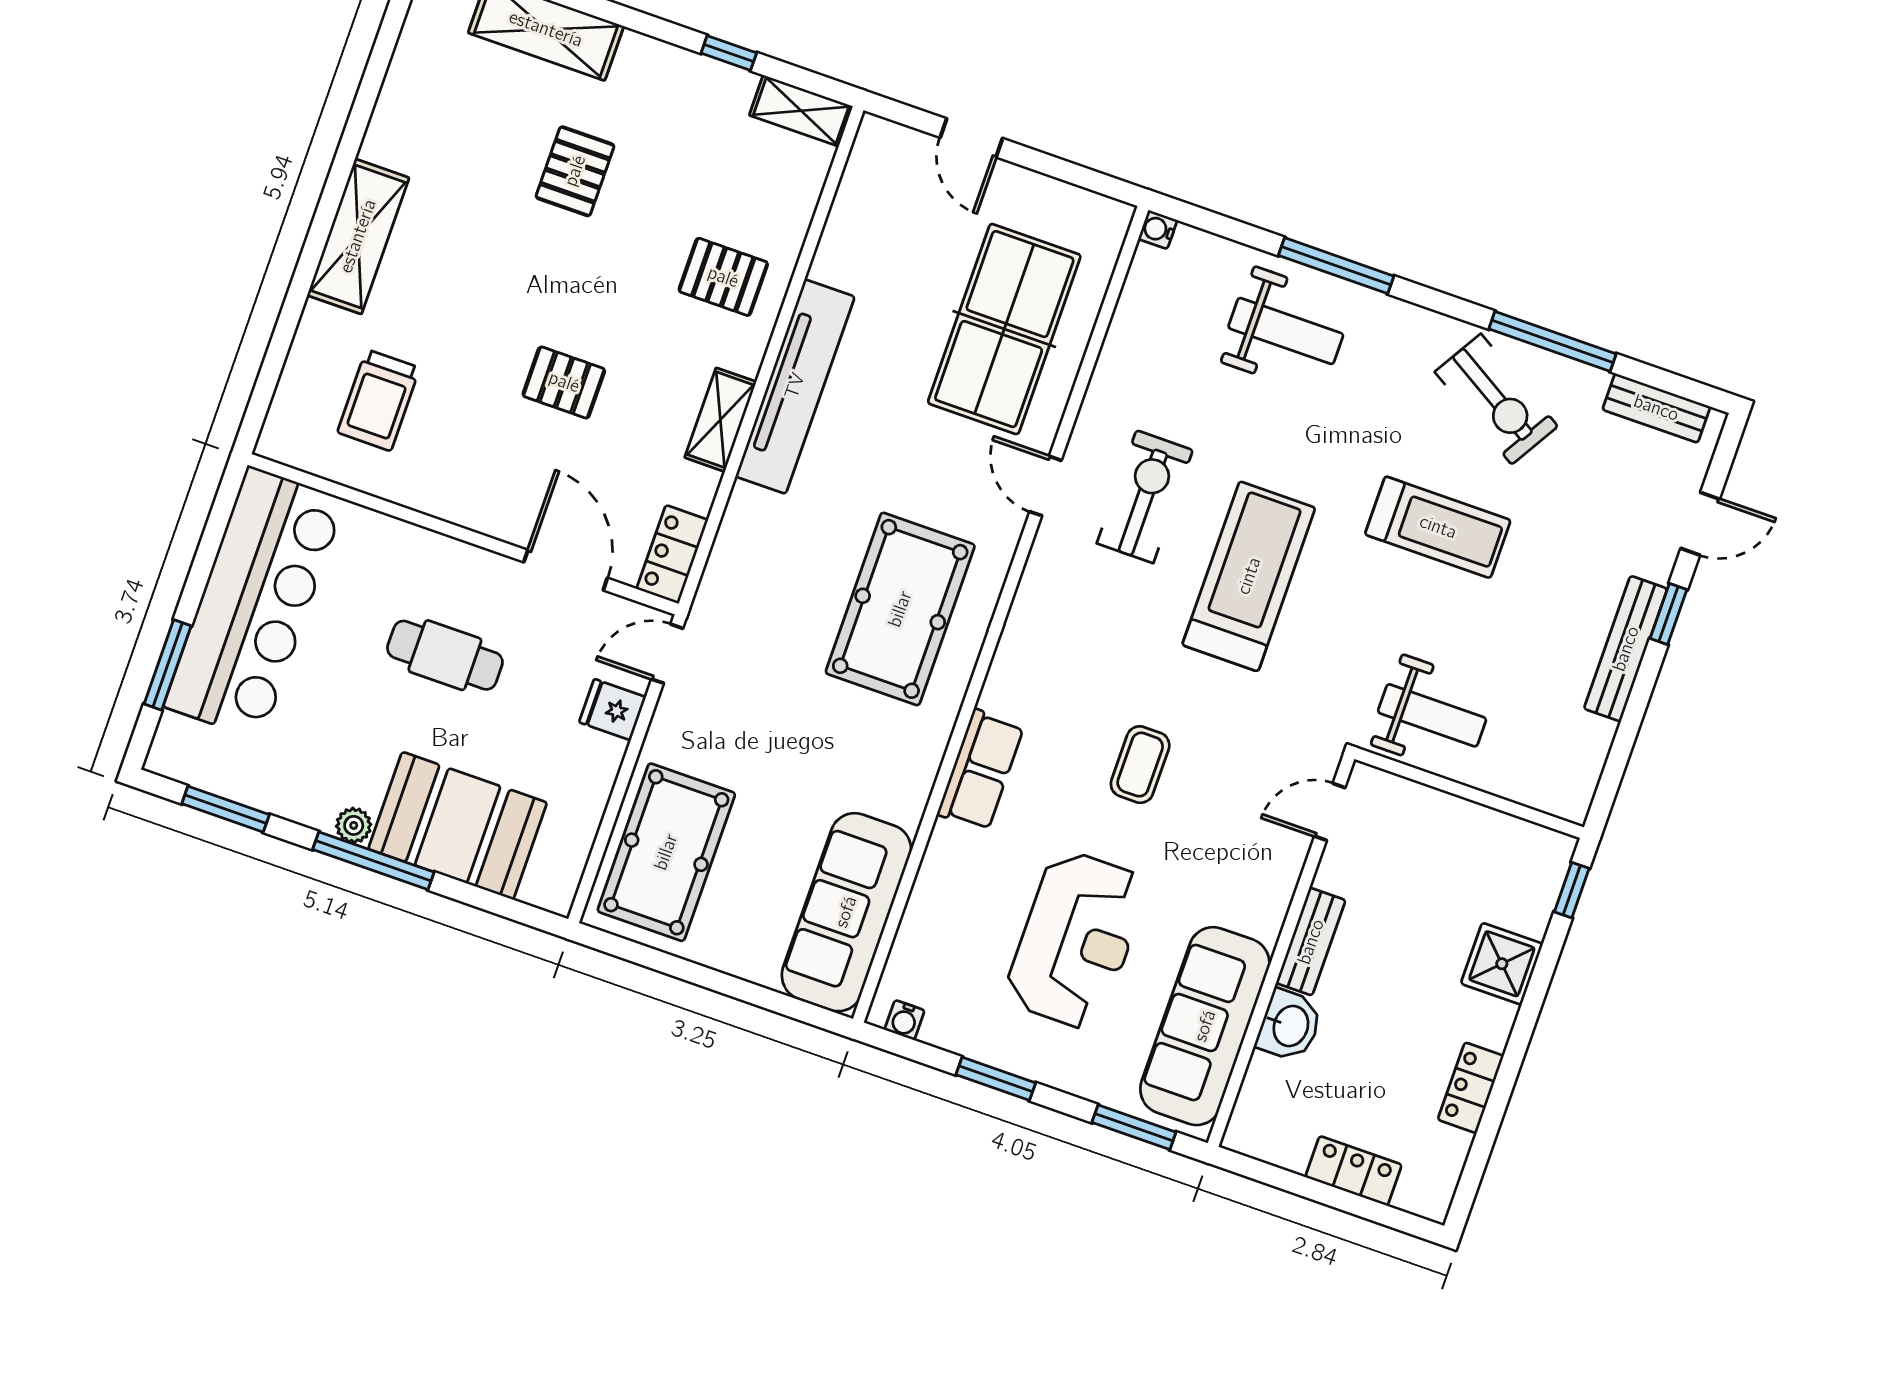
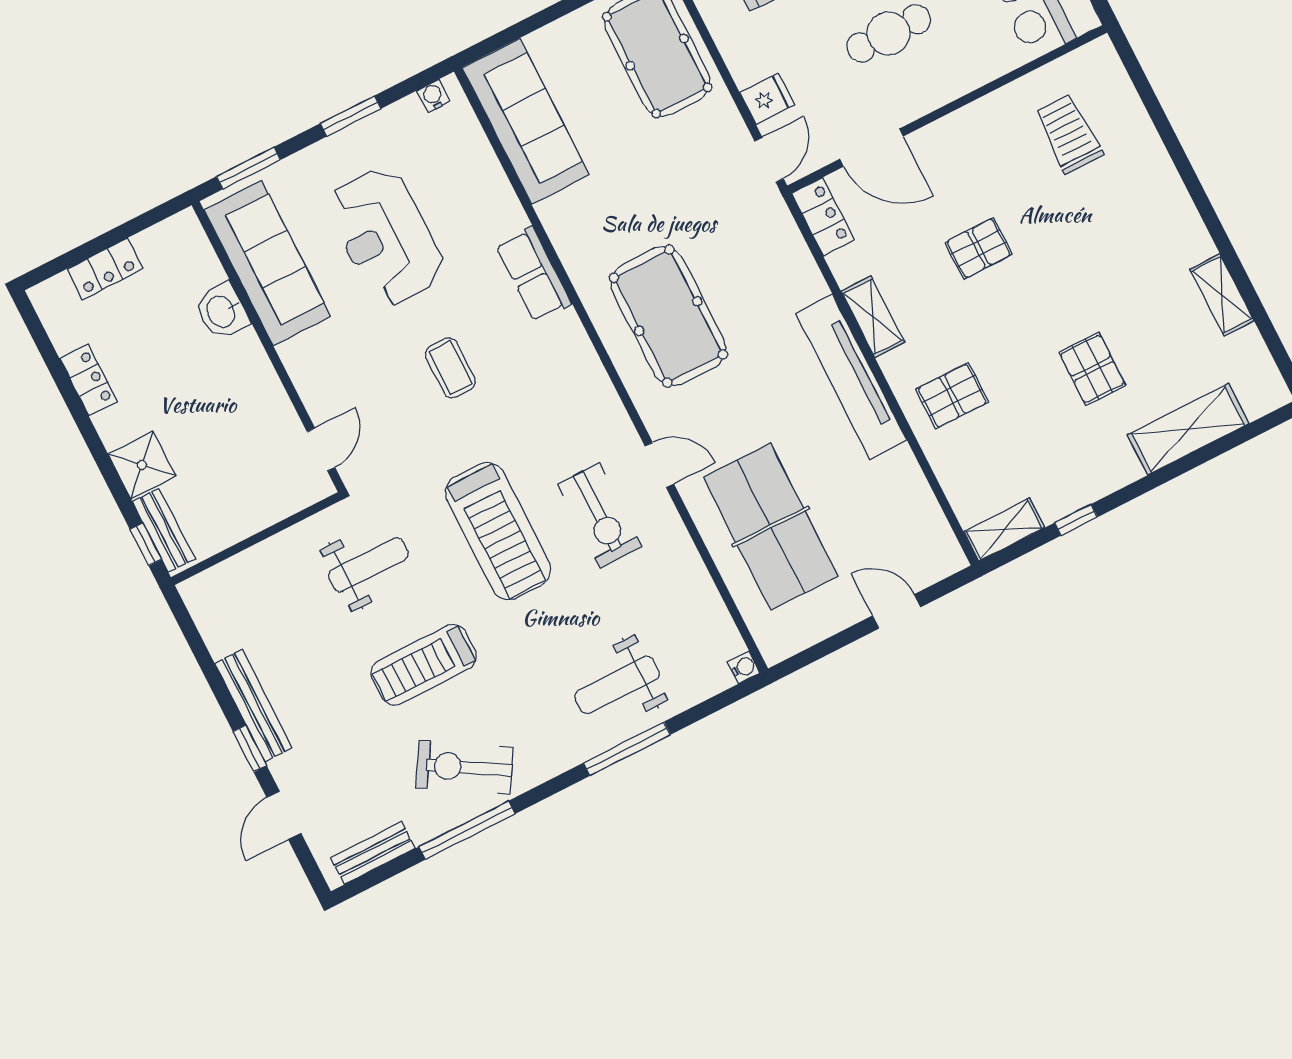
shelving: (358, 236) -> (1222, 295), moved, width x0.67, depth x0.75
weight bench: (1432, 715) -> (368, 565), moved, turned 180
bench: (1311, 942) -> (164, 530), moved

